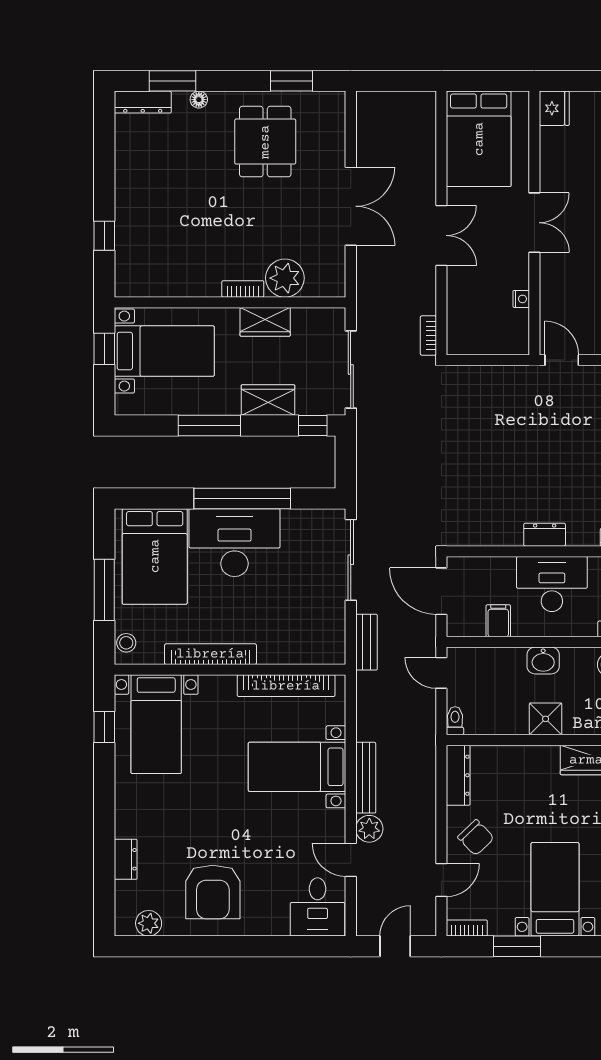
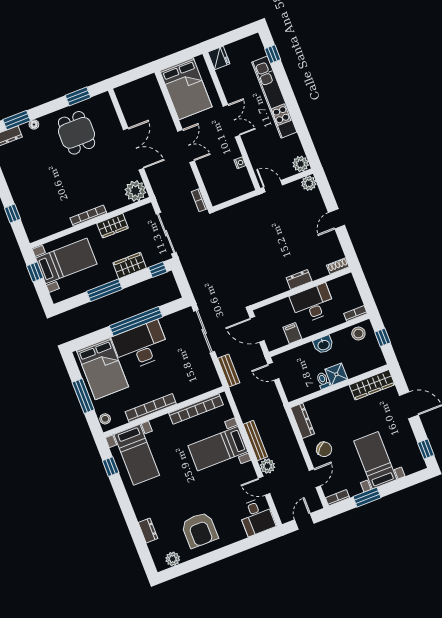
plant: (285, 278) -> (135, 191), moved
bookcase: (243, 289) -> (88, 216), width x1.56
toilet: (455, 721) -> (323, 381), moved

